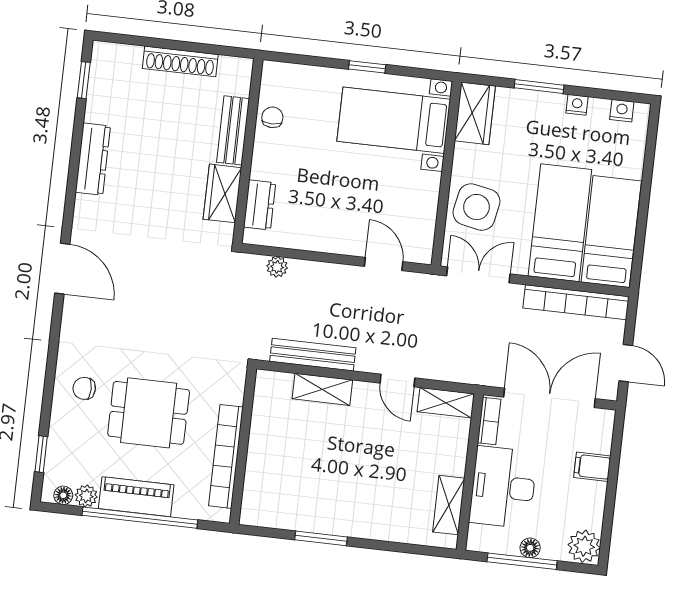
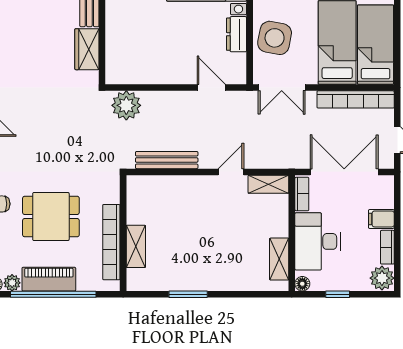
dresser: (260, 205) -> (237, 34), moved, turned 180
plant: (277, 267) -> (126, 105), width x1.88, depth x1.88
double door: (478, 275) -> (282, 88), swing flipped
door: (397, 380) -> (231, 172), swing flipped
shelving: (322, 389) -> (136, 246), moved, turned 90
bookcase: (596, 506) -> (387, 247), added
floor lamp: (530, 548) -> (302, 284), moved
window: (522, 561) -> (338, 294), width x0.46

